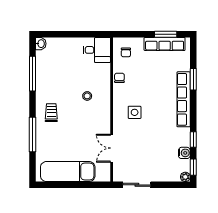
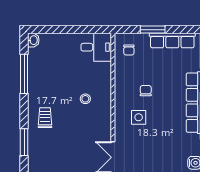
window: (166, 34) -> (153, 30), moved
chair: (119, 78) -> (146, 91), moved
window: (33, 135) -> (24, 142), width x0.69

